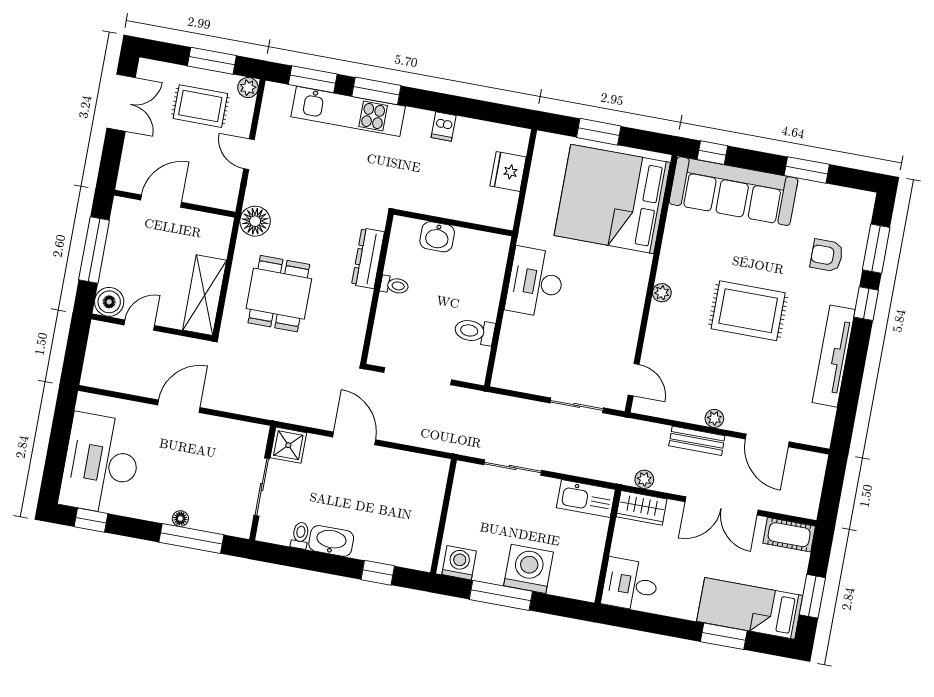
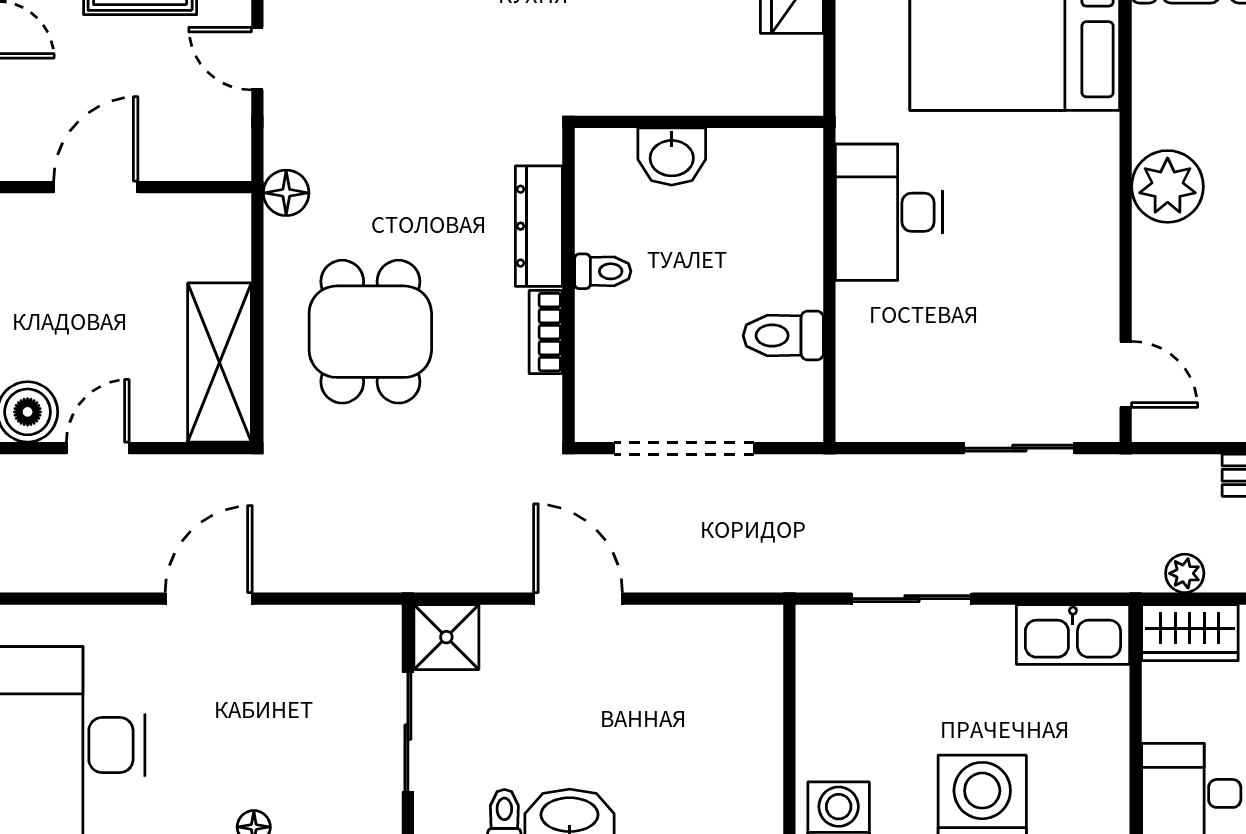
floor lamp: (255, 221) -> (286, 193), width x0.73, depth x0.73
plant: (662, 293) -> (1168, 186), width x1.88, depth x1.88
bookcase: (362, 309) -> (546, 332), added

